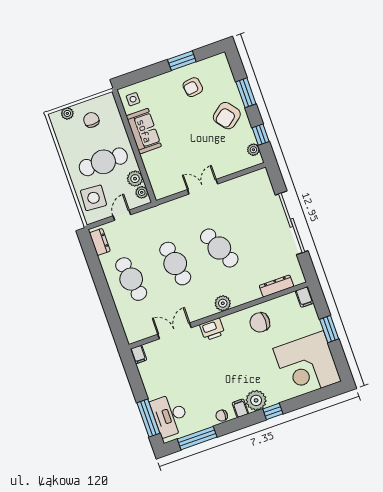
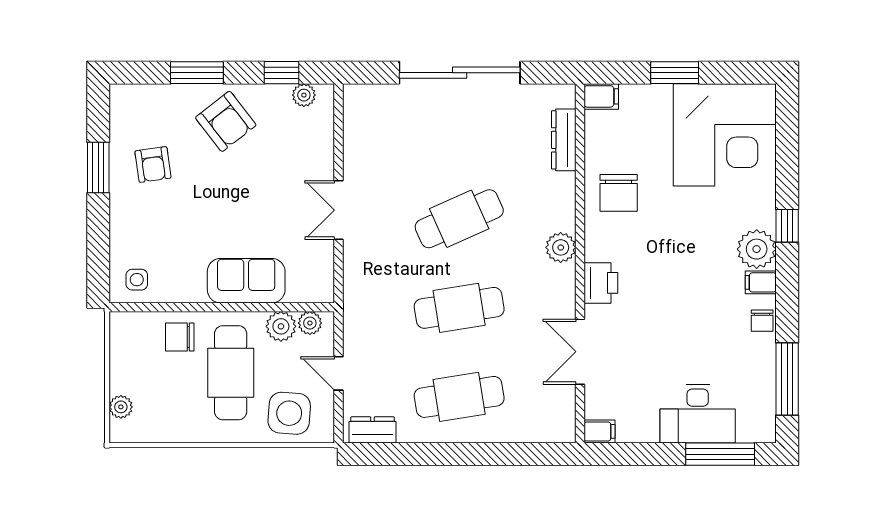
chair: (91, 120) -> (180, 337), moved
sofa: (144, 131) -> (246, 281), moved
desk: (170, 415) -> (698, 414), moved

